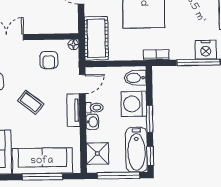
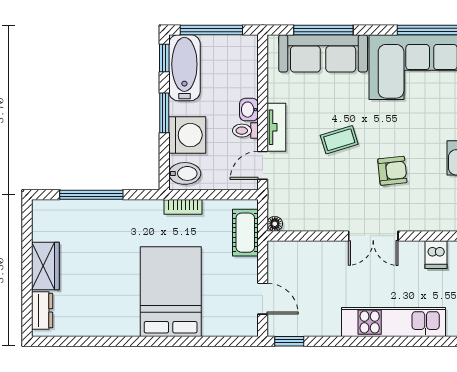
cot: (96, 38) -> (245, 233), width x0.73, depth x0.75
nightstand: (206, 50) -> (80, 213), removed
bookcase: (156, 55) -> (183, 207), moved
armchair: (49, 60) -> (311, 202), removed
coffee table: (31, 102) -> (339, 140), turned -55
shower: (97, 153) -> (242, 63), removed

